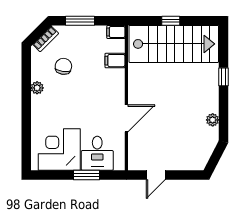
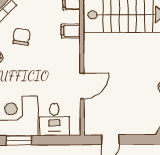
window: (86, 175) -> (19, 140), moved

